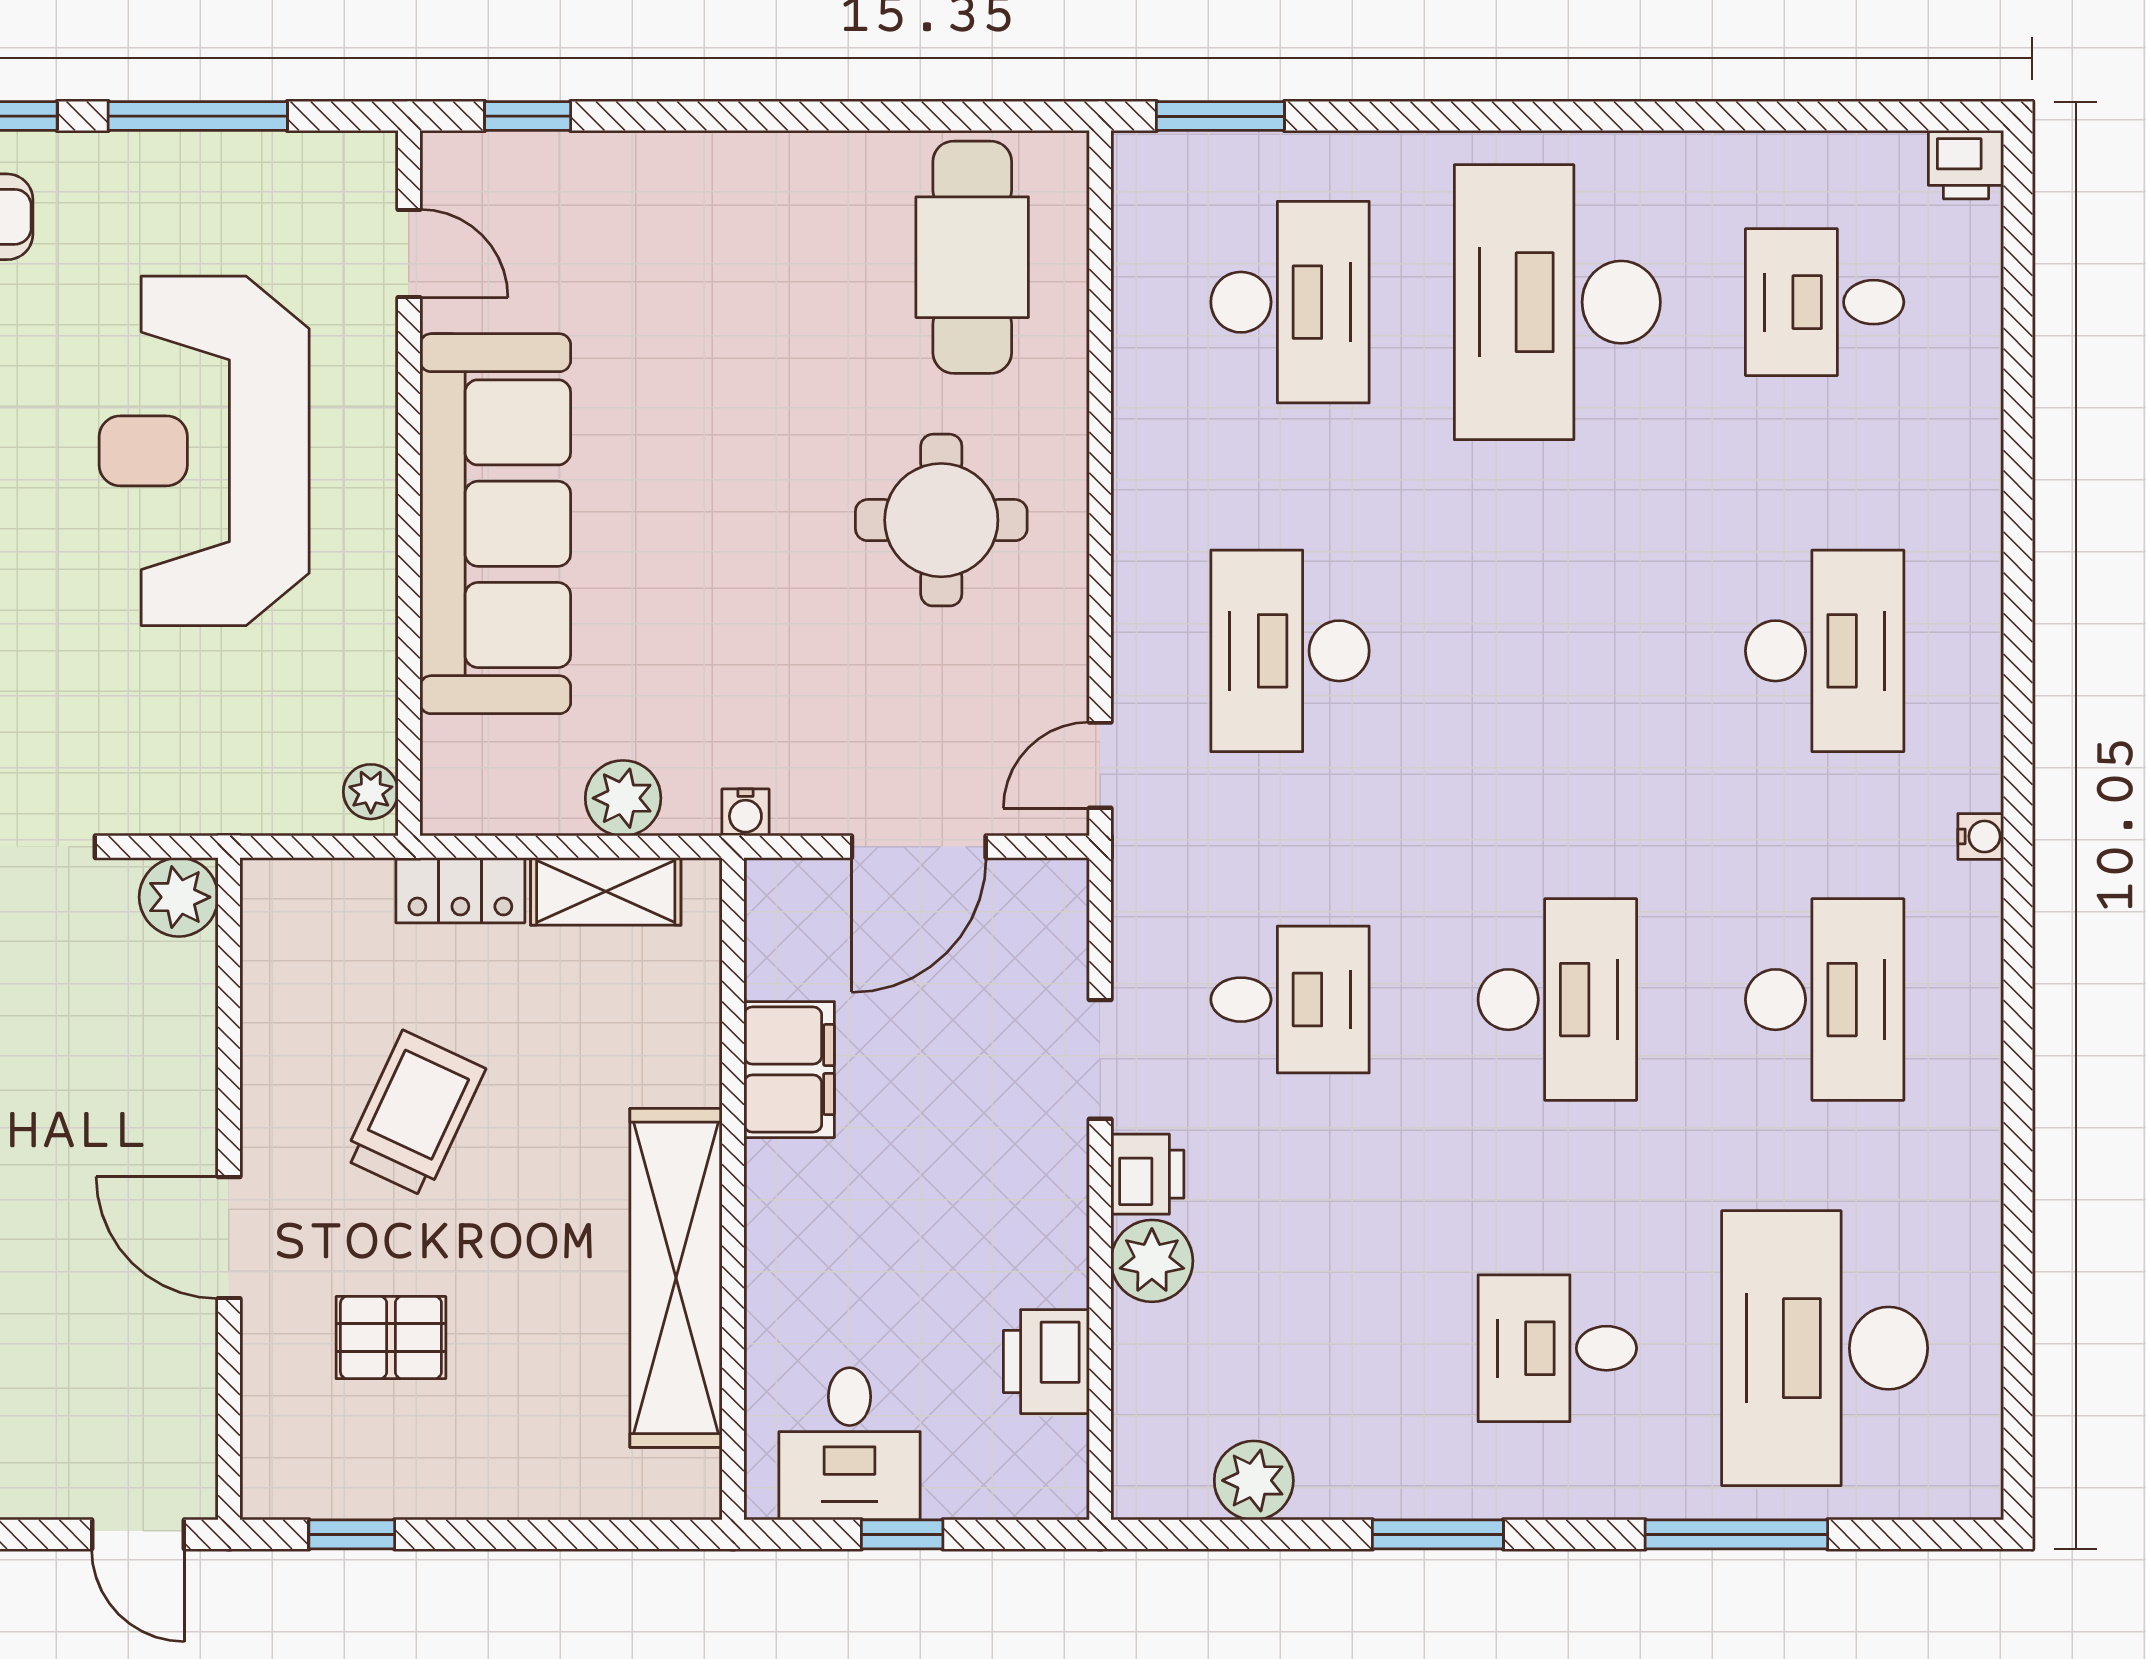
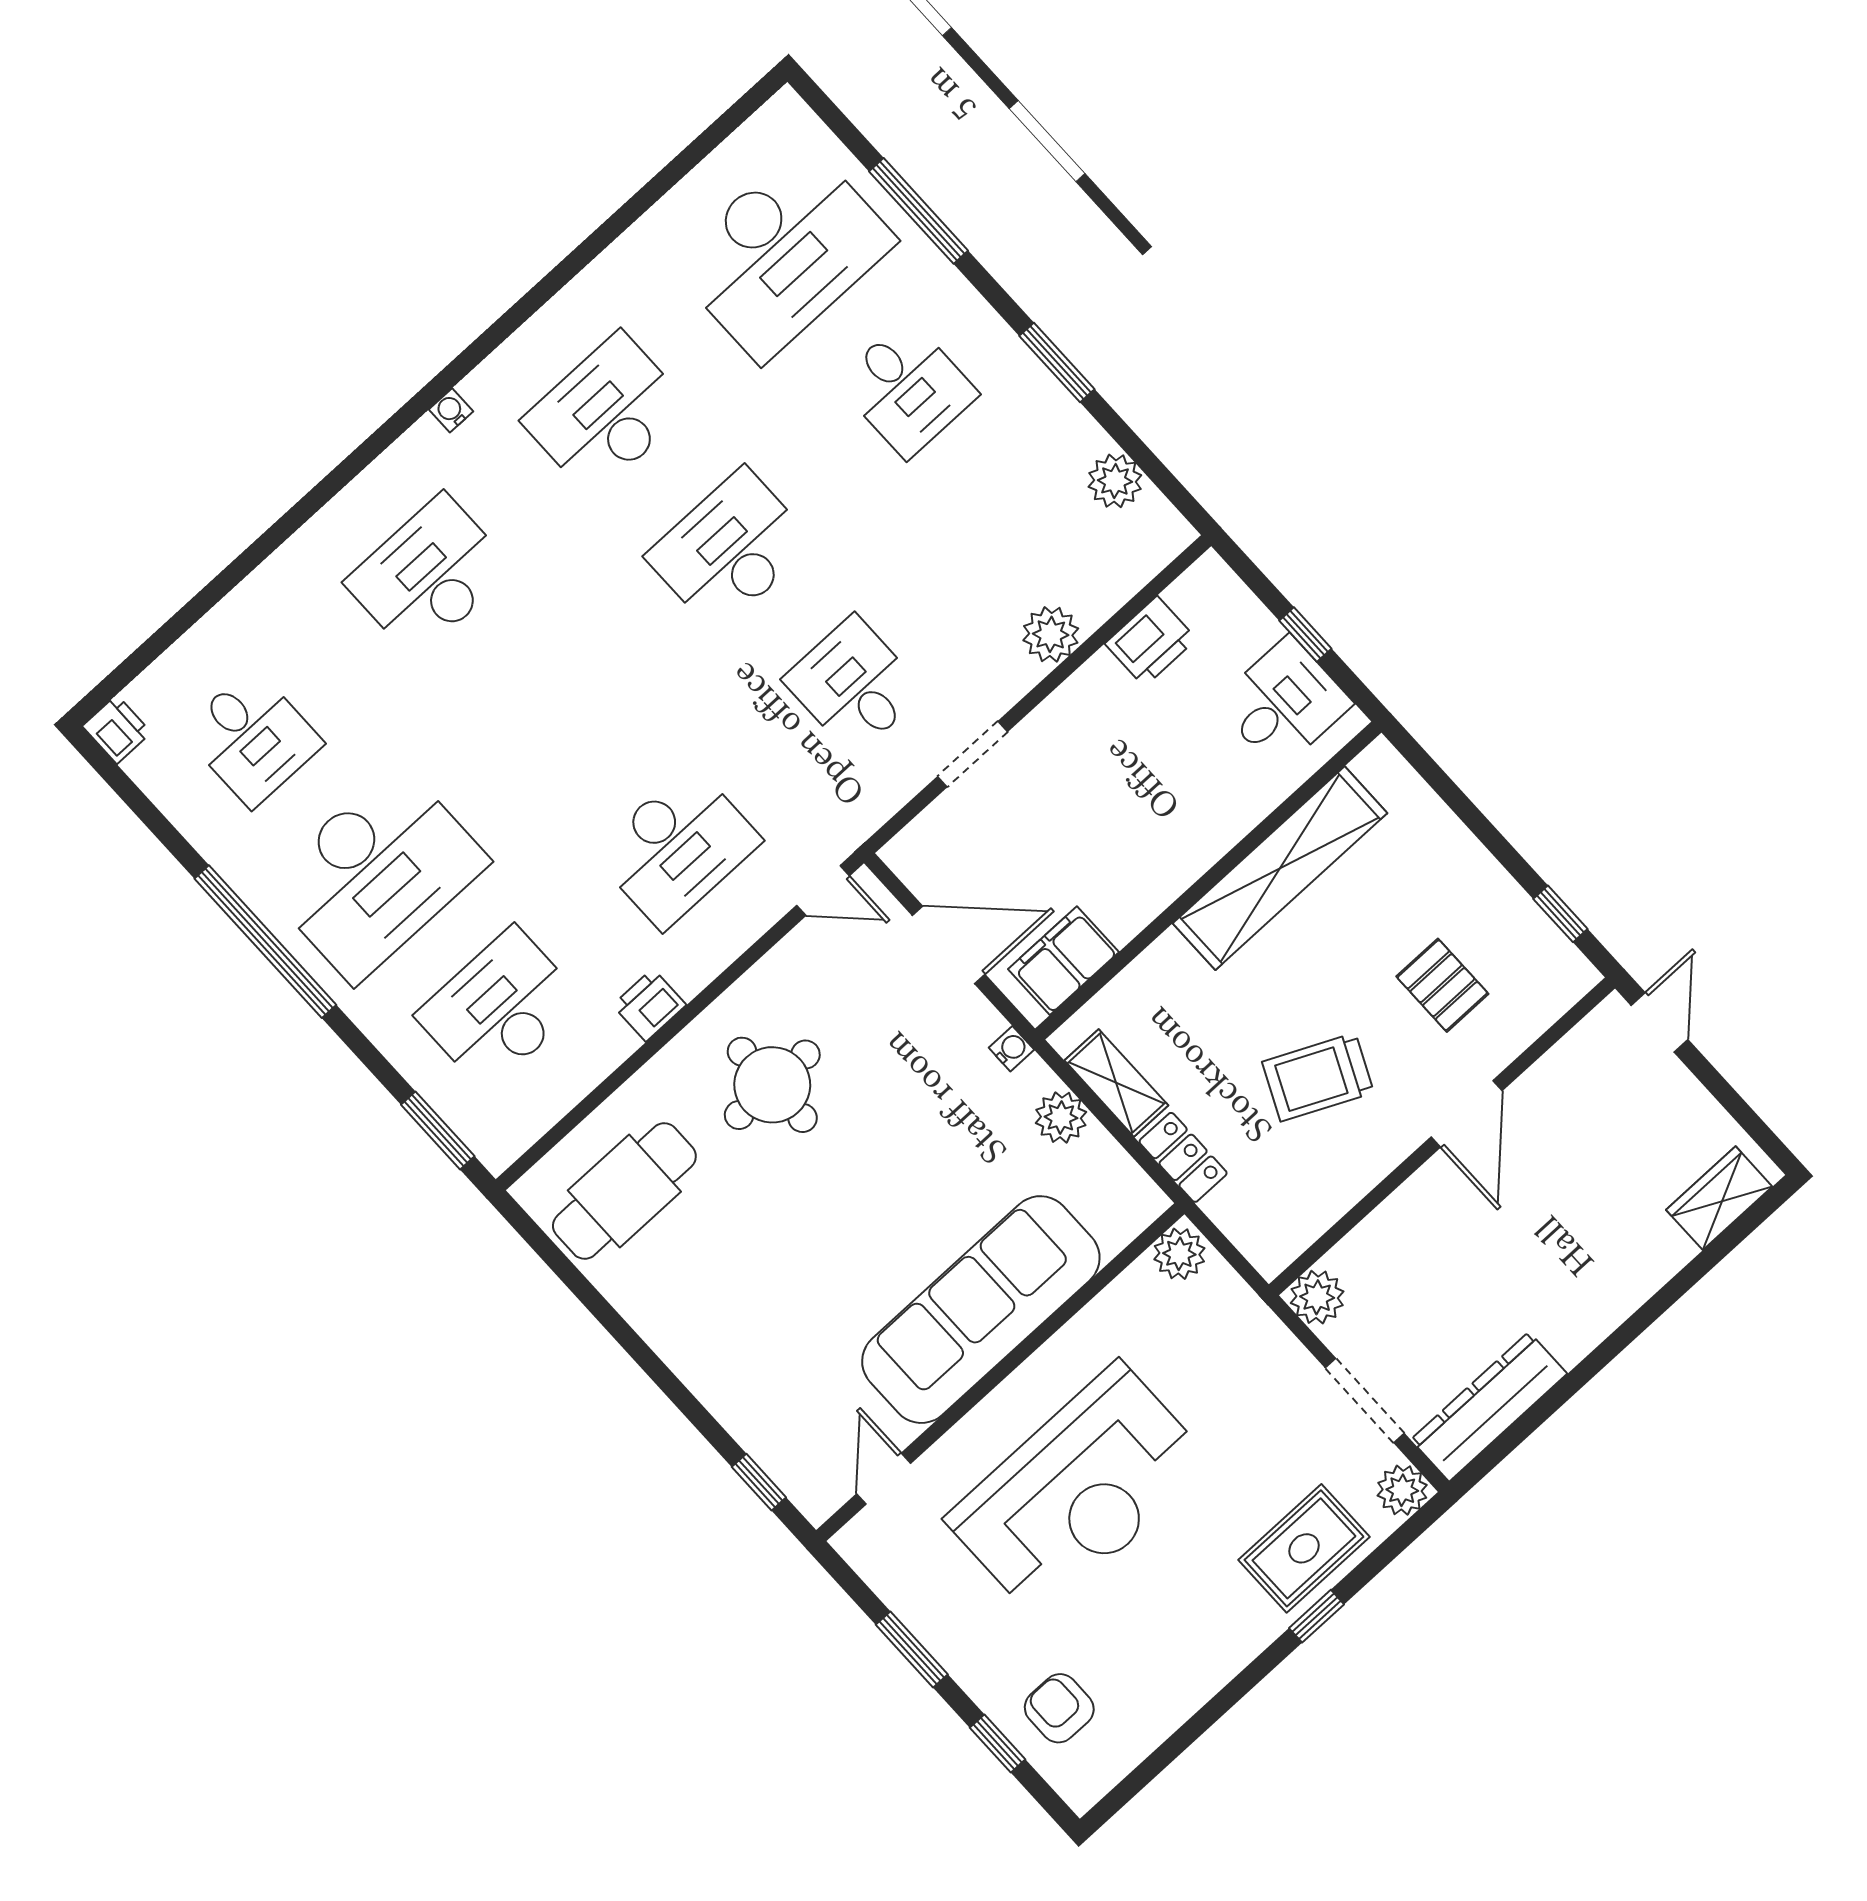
window: (198, 116) -> (912, 1650), width x0.69
window: (1592, 116) -> (265, 942), added
plant: (371, 792) -> (1179, 1254), width x1.38, depth x1.38
filing cabinet: (789, 1070) -> (1063, 961), moved
printer: (1147, 1174) -> (649, 1005), moved

